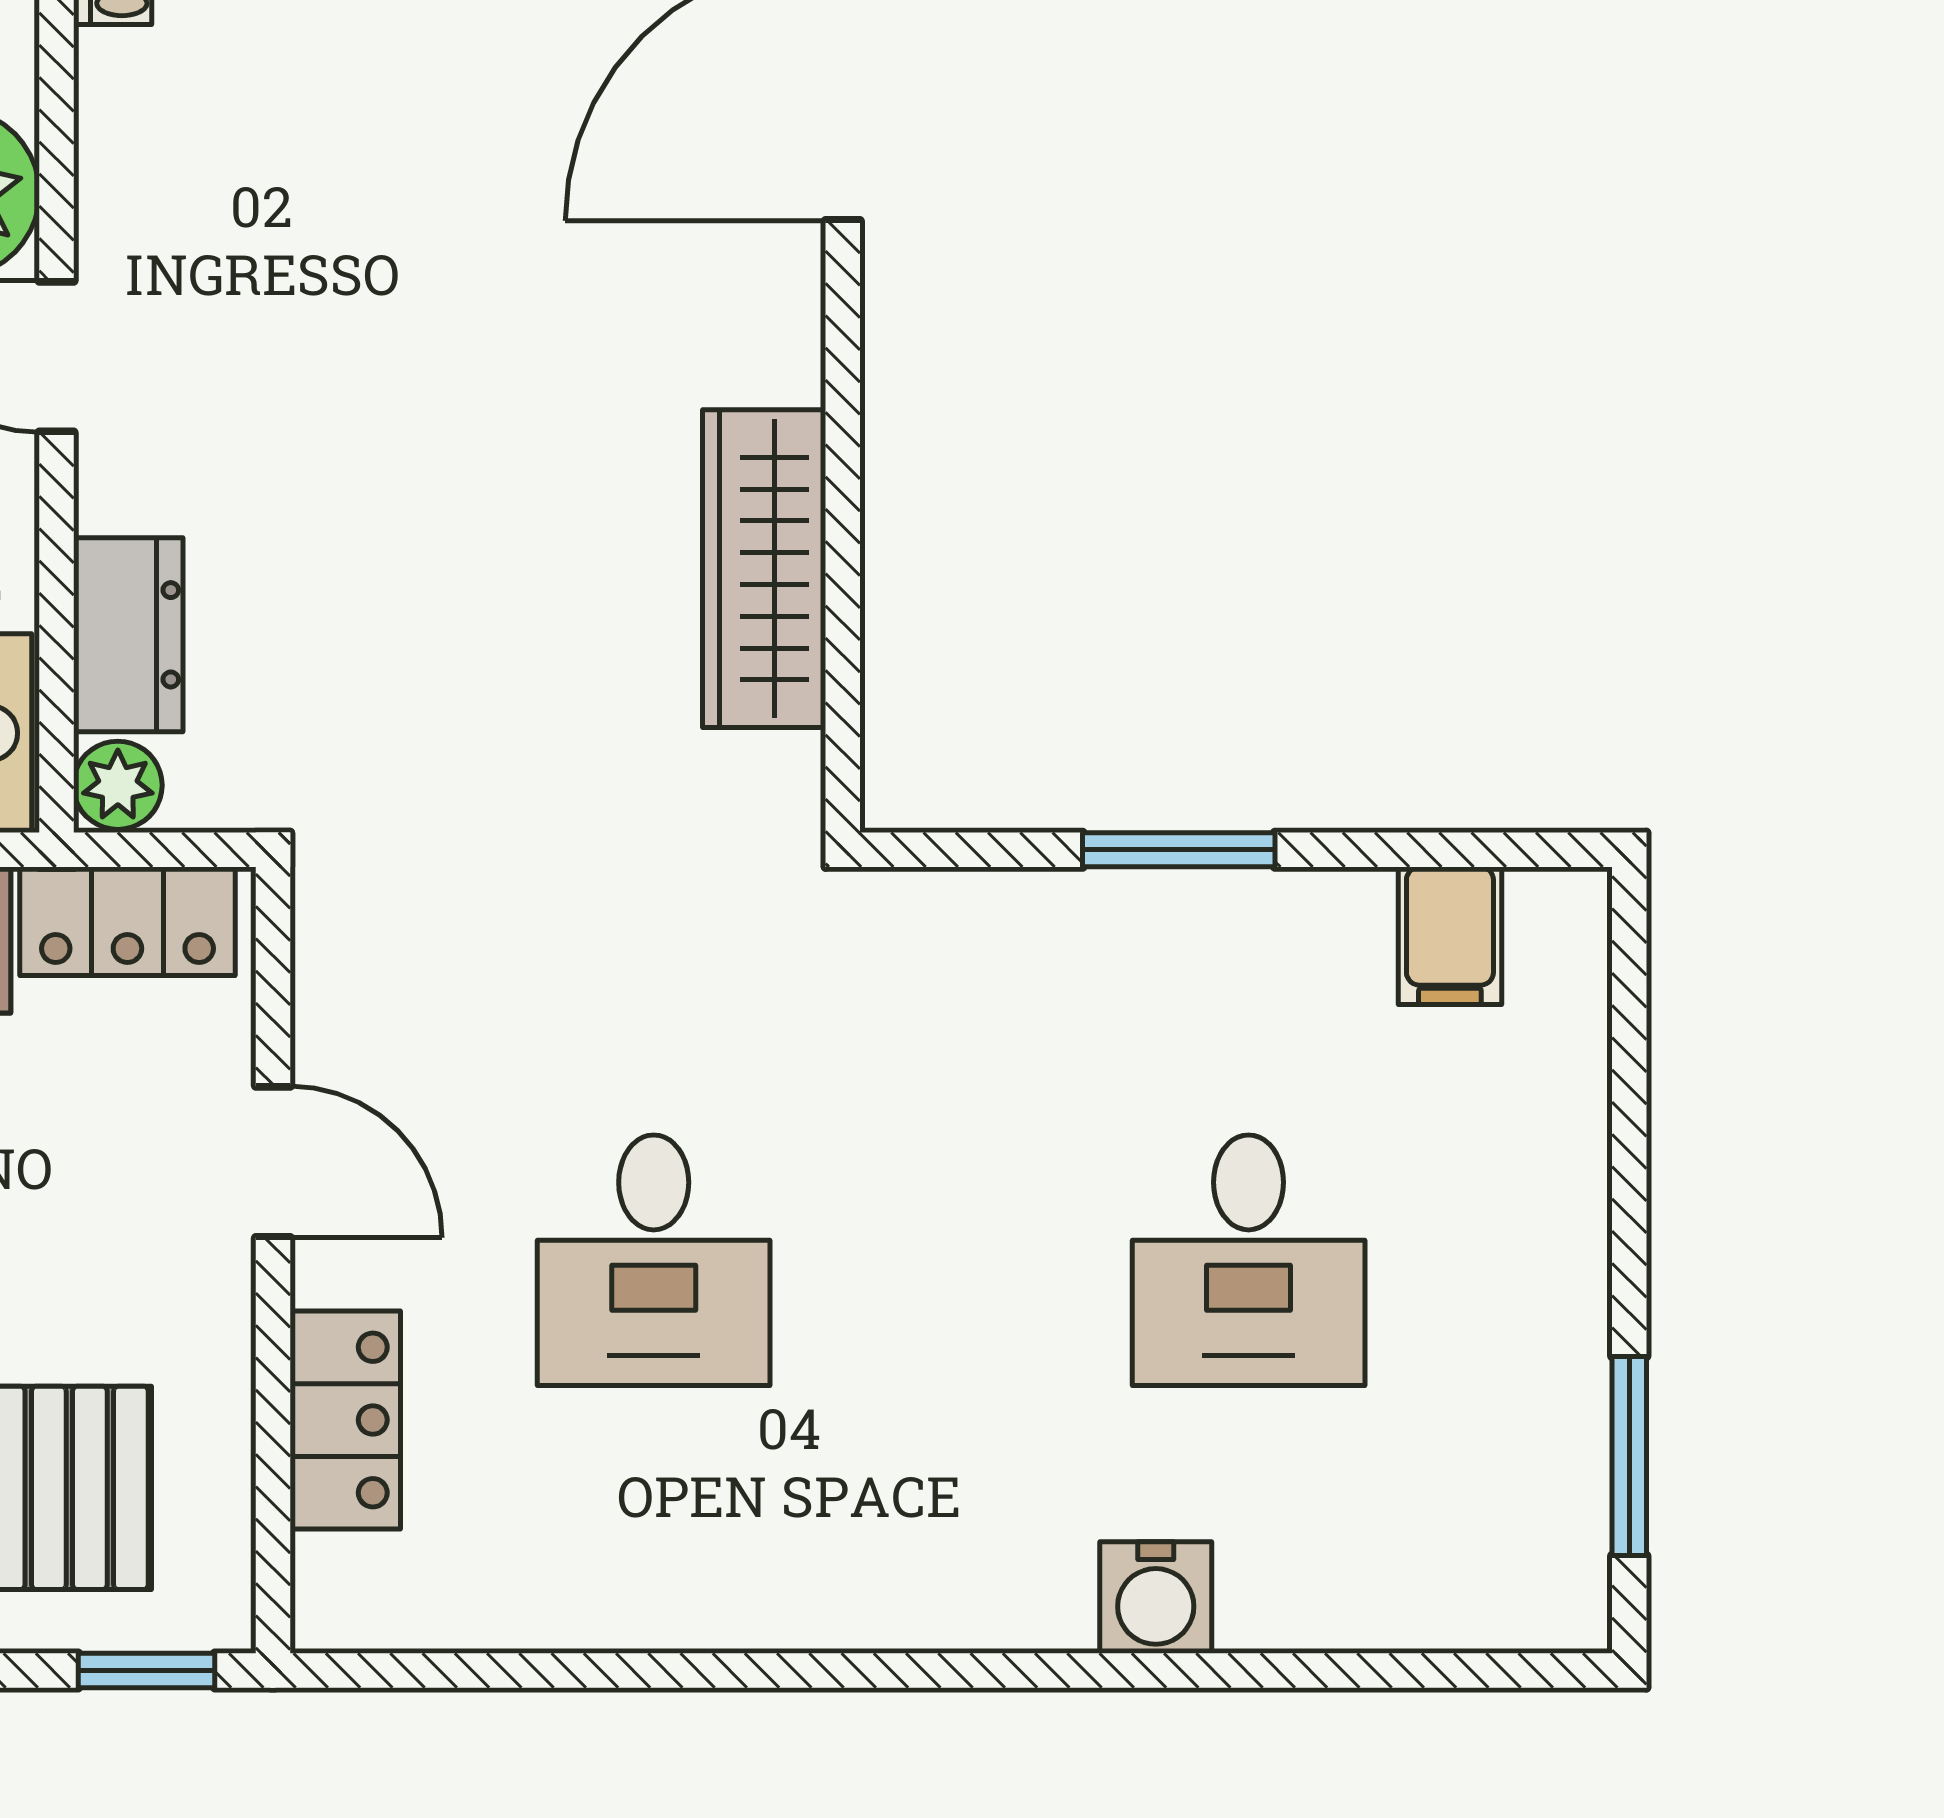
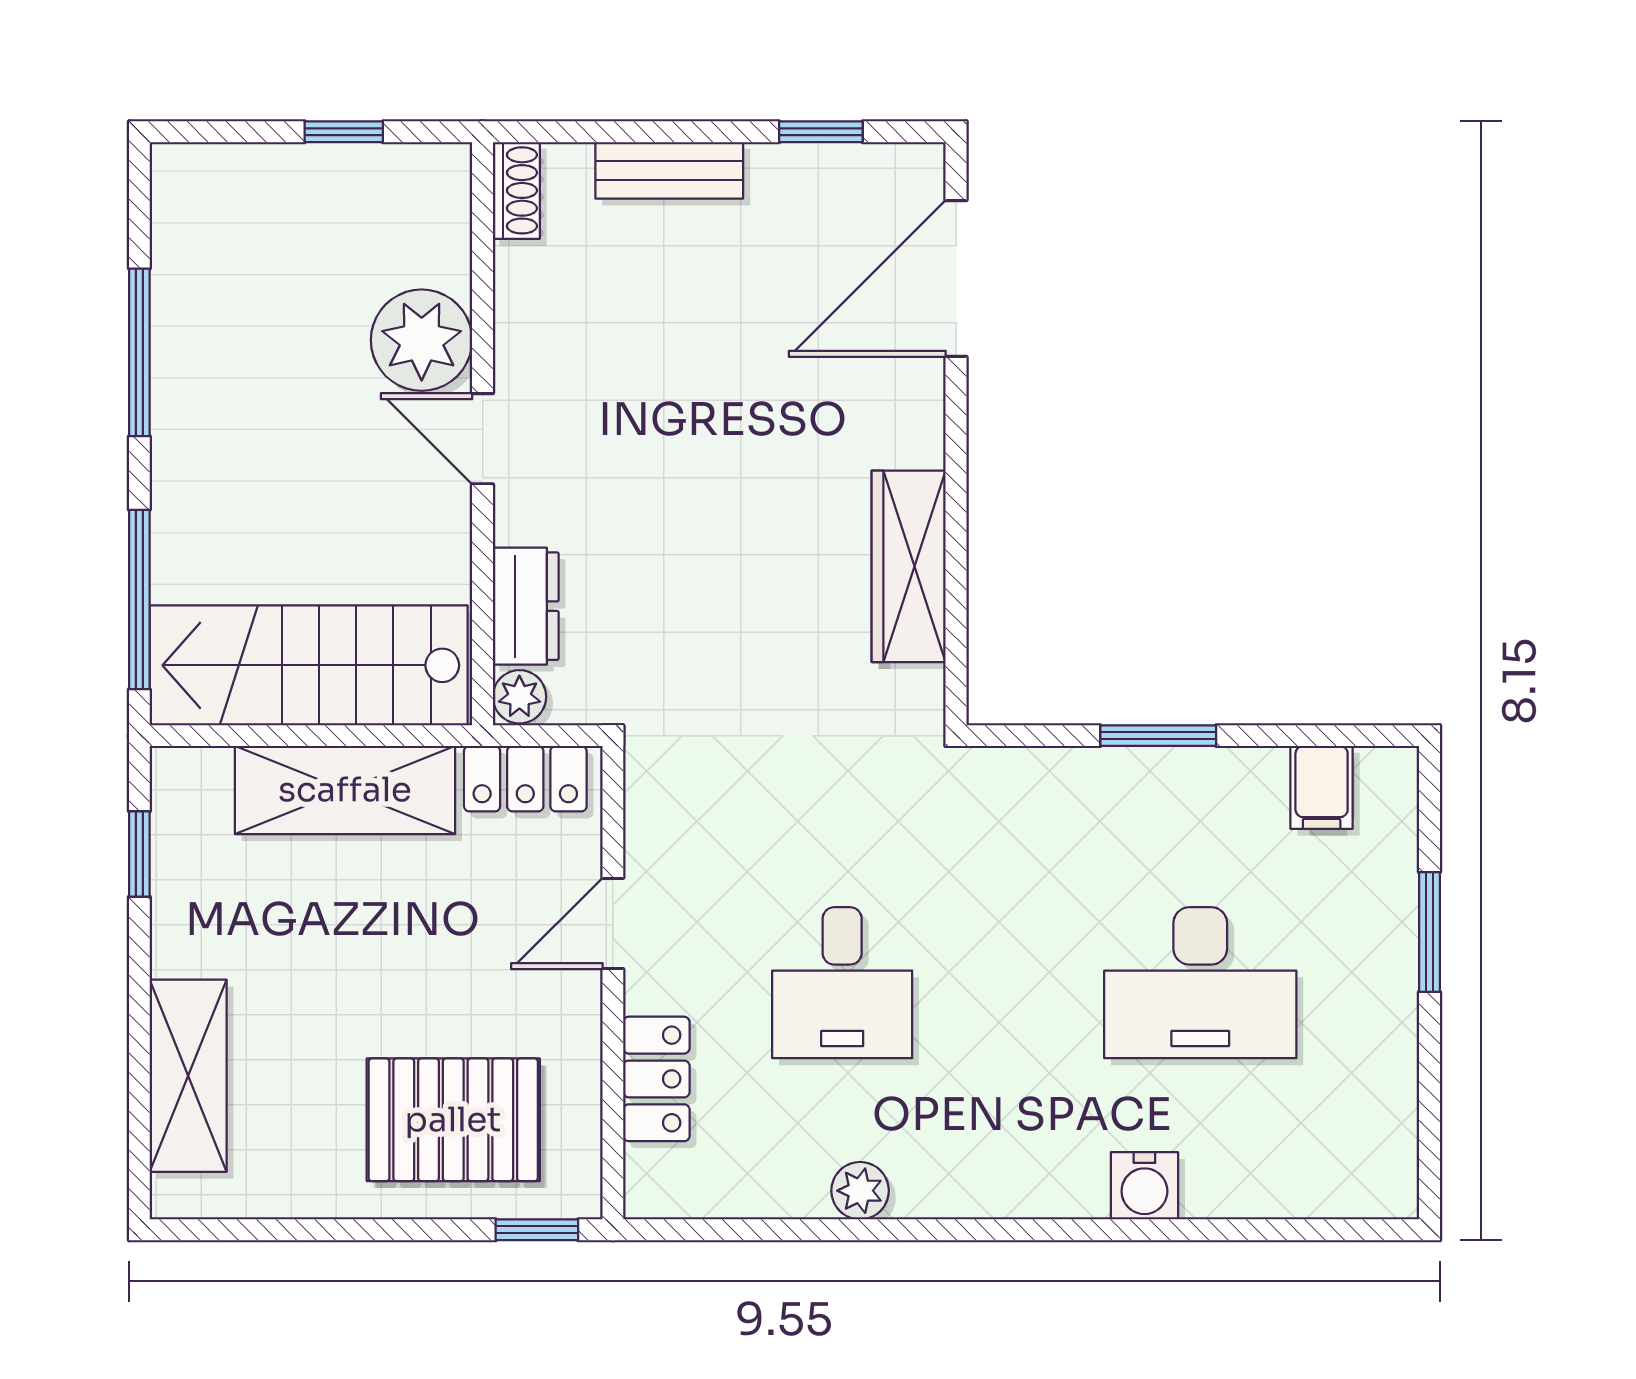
door: (273, 1162) -> (613, 924), swing flipped
desk: (1249, 1260) -> (1200, 983), width x1.37
window: (1629, 1456) -> (1430, 932), moved
plant: (684, 1606) -> (860, 1191), added

